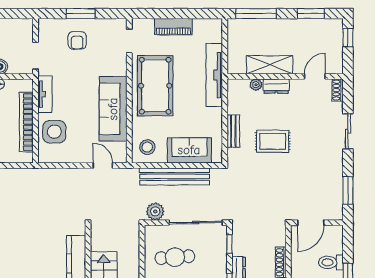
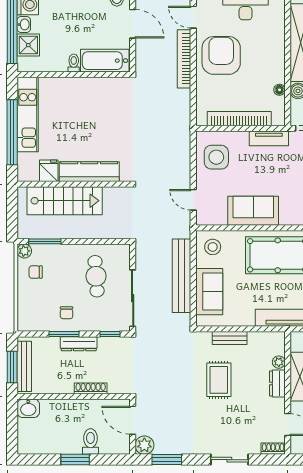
sofa: (113, 109) -> (253, 211), width x0.73
side table: (54, 132) -> (216, 157), moved
door: (103, 165) -> (193, 200), swing flipped
plant: (155, 211) -> (144, 445), moved

